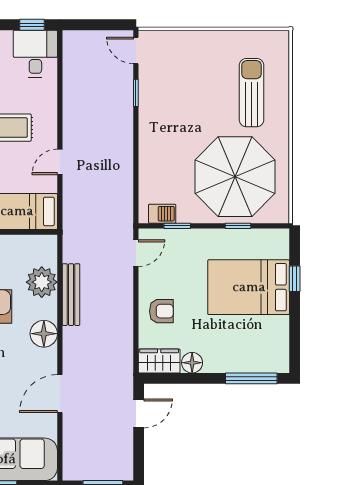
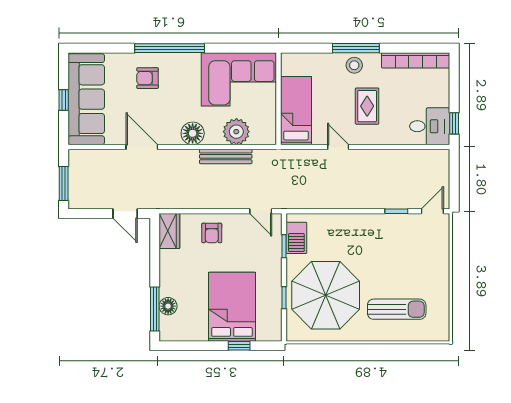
barbecue: (162, 214) -> (296, 238), width x1.38, depth x1.27
floor lamp: (192, 363) -> (168, 306), moved

